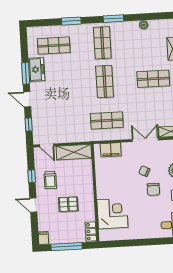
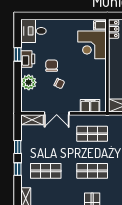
shop shelf: (105, 82) -> (92, 171), turned 90
filing cabinet: (105, 234) -> (100, 25), added

